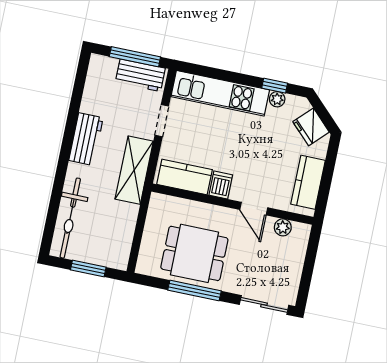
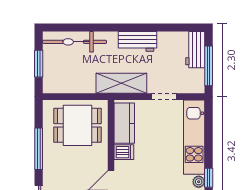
workbench: (140, 75) -> (195, 50), moved
dining table: (194, 253) -> (77, 125), moved, turned 90

